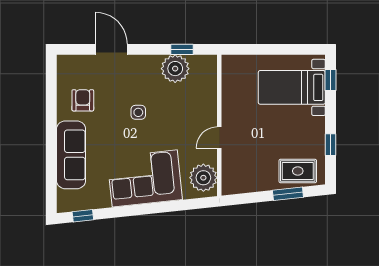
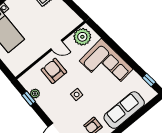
plant: (175, 69) -> (35, 94), width x0.53, depth x0.53
armchair: (190, 108) -> (54, 71), added

